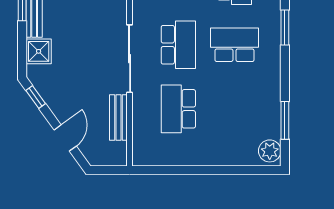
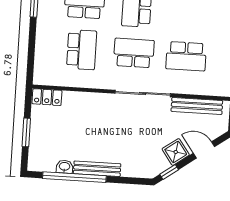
shower: (39, 51) -> (176, 152), moved, turned -36
bench: (118, 118) -> (197, 106), width x1.36

